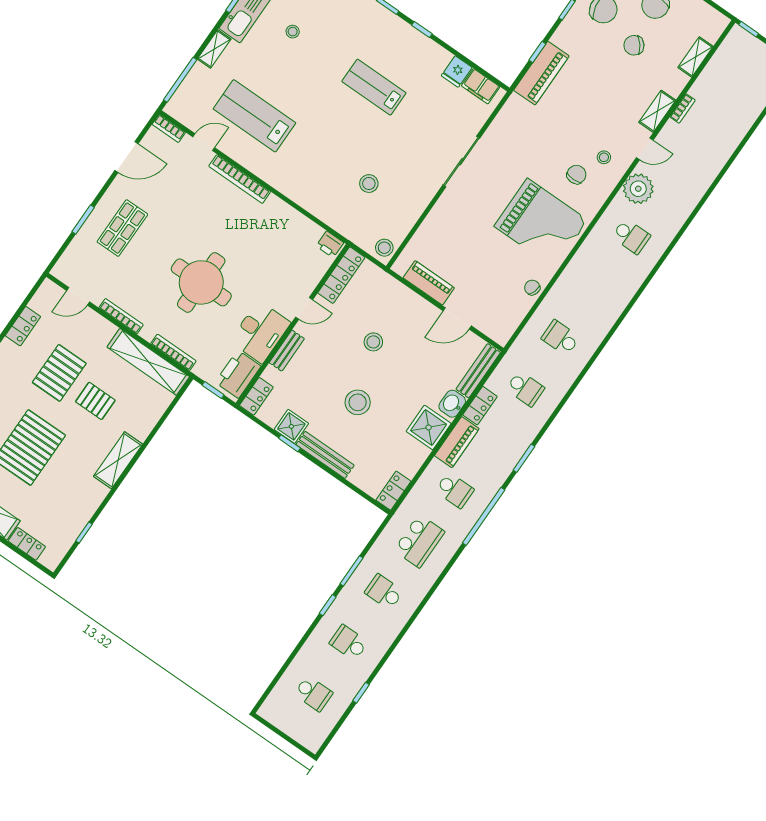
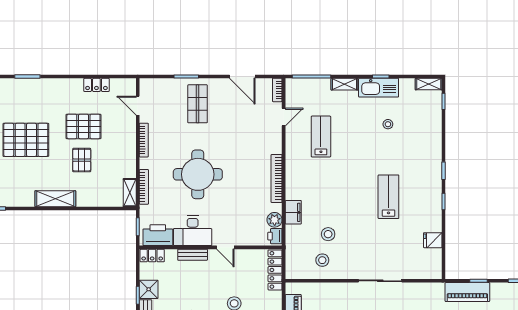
filing cabinet: (481, 86) -> (293, 212), moved, turned 180
lab bench: (254, 116) -> (321, 137), width x0.73, depth x0.72
door: (204, 142) -> (284, 117), hinge flipped
bookcase: (240, 179) -> (277, 178), moved
shop shelf: (122, 228) -> (198, 104), turned 90
plant: (311, 232) -> (275, 220), added
stool: (384, 248) -> (322, 260), moved
locker: (341, 275) -> (275, 270), moved, turned 90
shelving: (148, 362) -> (130, 193), width x0.45, depth x0.75

